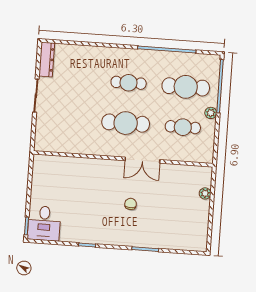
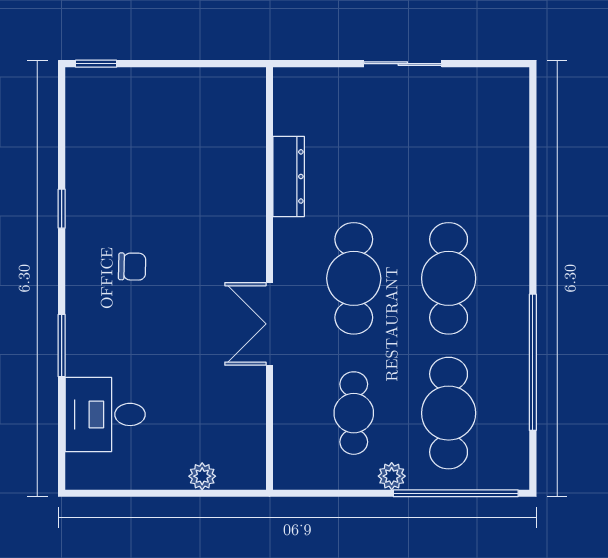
dresser: (47, 60) -> (289, 176), moved, turned -90
cafe table: (129, 83) -> (449, 278), width x1.37, depth x1.35
chair: (131, 204) -> (132, 267), moved
desk: (44, 223) -> (105, 414), moved

